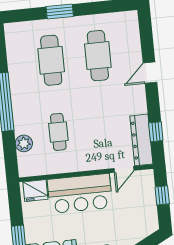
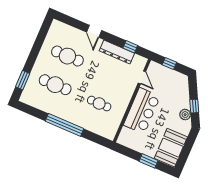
window: (60, 12) -> (23, 80), moved
dresser: (141, 140) -> (117, 52), moved
plant: (24, 143) -> (95, 127), removed
fridge: (35, 191) -> (126, 136), removed

